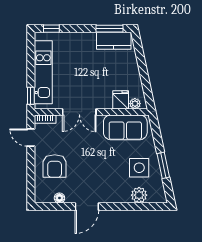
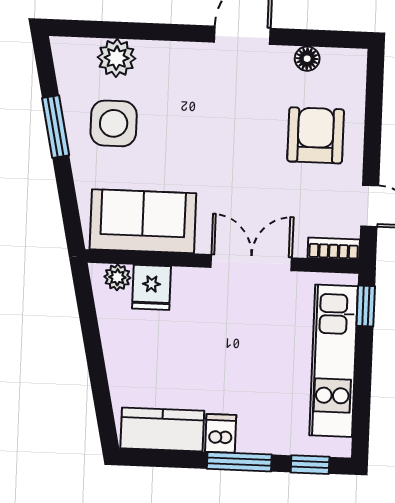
window: (110, 29) -> (239, 462), moved
dishwasher: (89, 40) -> (221, 433), added

